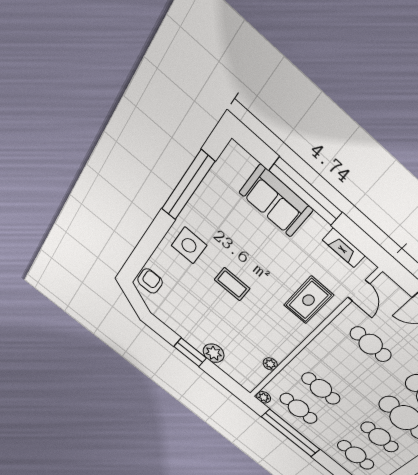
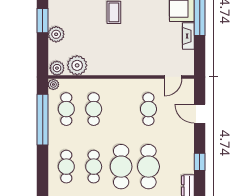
fireplace: (344, 248) -> (188, 36), moved
rug: (308, 300) -> (143, 58), removed
plant: (270, 364) -> (77, 65), width x1.88, depth x1.88
plant: (249, 381) -> (57, 68), added

